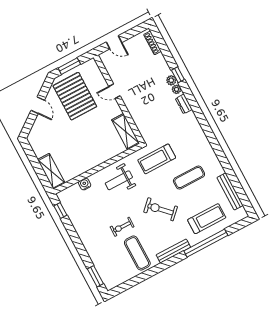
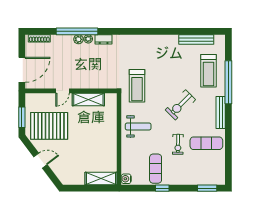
door: (114, 42) -> (22, 70), width x1.88
window: (178, 75) -> (77, 31), width x3.17
shelving: (126, 132) -> (88, 100), moved
exercise mat: (189, 178) -> (156, 169), moved
weight bench: (119, 180) -> (138, 126), turned -90
water cooler: (85, 184) -> (126, 179), moved
window: (60, 211) -> (162, 188), moved
treadmill: (207, 219) -> (209, 71), turned 180

